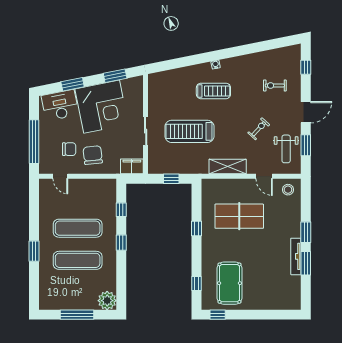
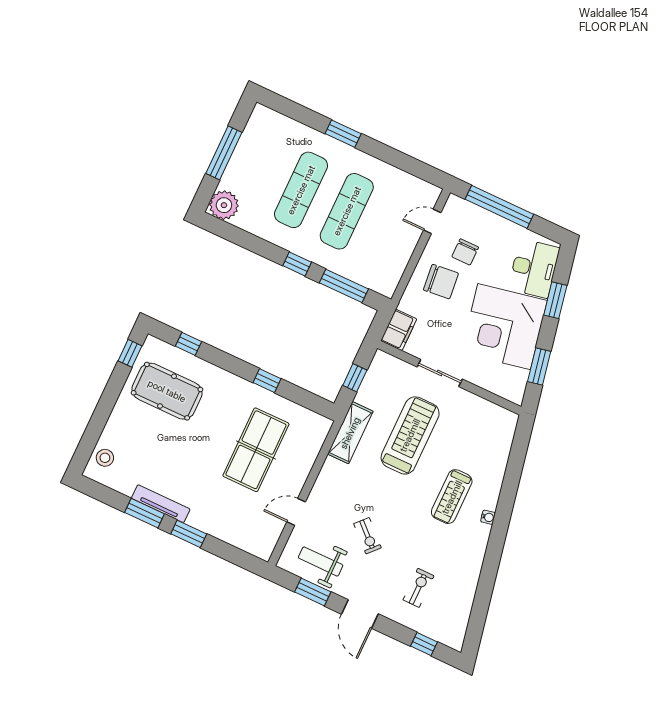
shelving: (228, 166) -> (350, 433), moved
stool: (288, 190) -> (105, 458), moved
window: (121, 210) -> (344, 286), width x2.17

